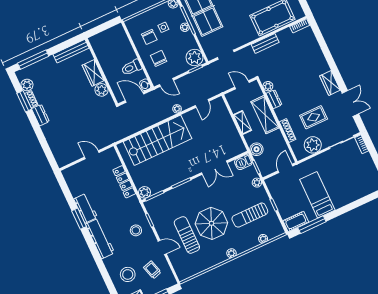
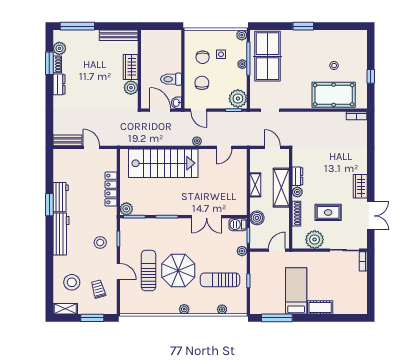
bench: (265, 43) -> (67, 140), moved
plant: (268, 86) -> (297, 192), moved
cot: (296, 222) -> (320, 307), moved

